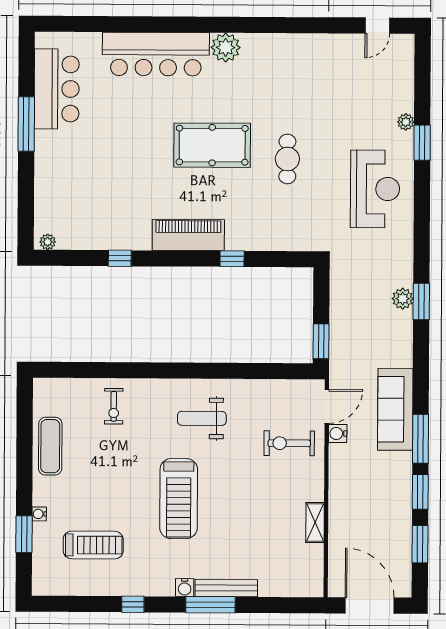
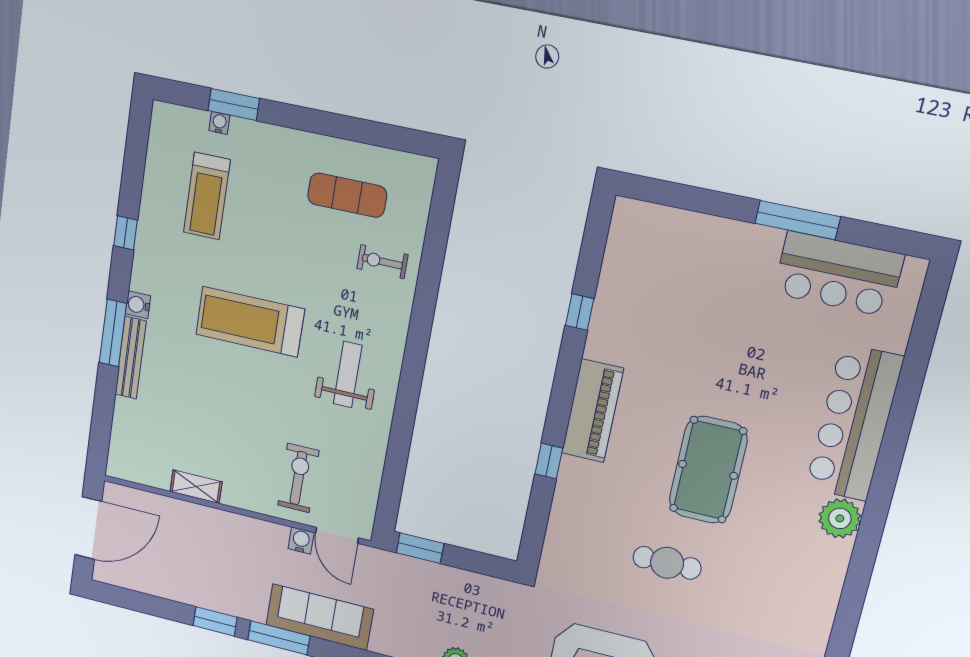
plant: (48, 242) -> (623, 217), removed
exercise mat: (50, 446) -> (347, 195), moved
water cooler: (39, 514) -> (219, 123), moved
window: (420, 544) -> (153, 605), removed

